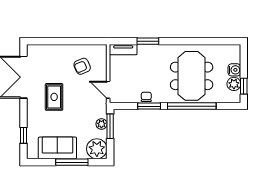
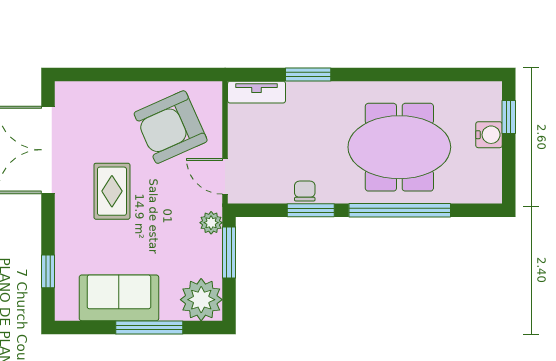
armchair: (82, 66) -> (171, 127), width x1.88, depth x1.88
meeting table: (192, 76) -> (399, 147), turned 90
plant: (234, 84) -> (488, 164), removed
window: (244, 86) -> (509, 117), moved
plant: (101, 124) -> (211, 223), moved

